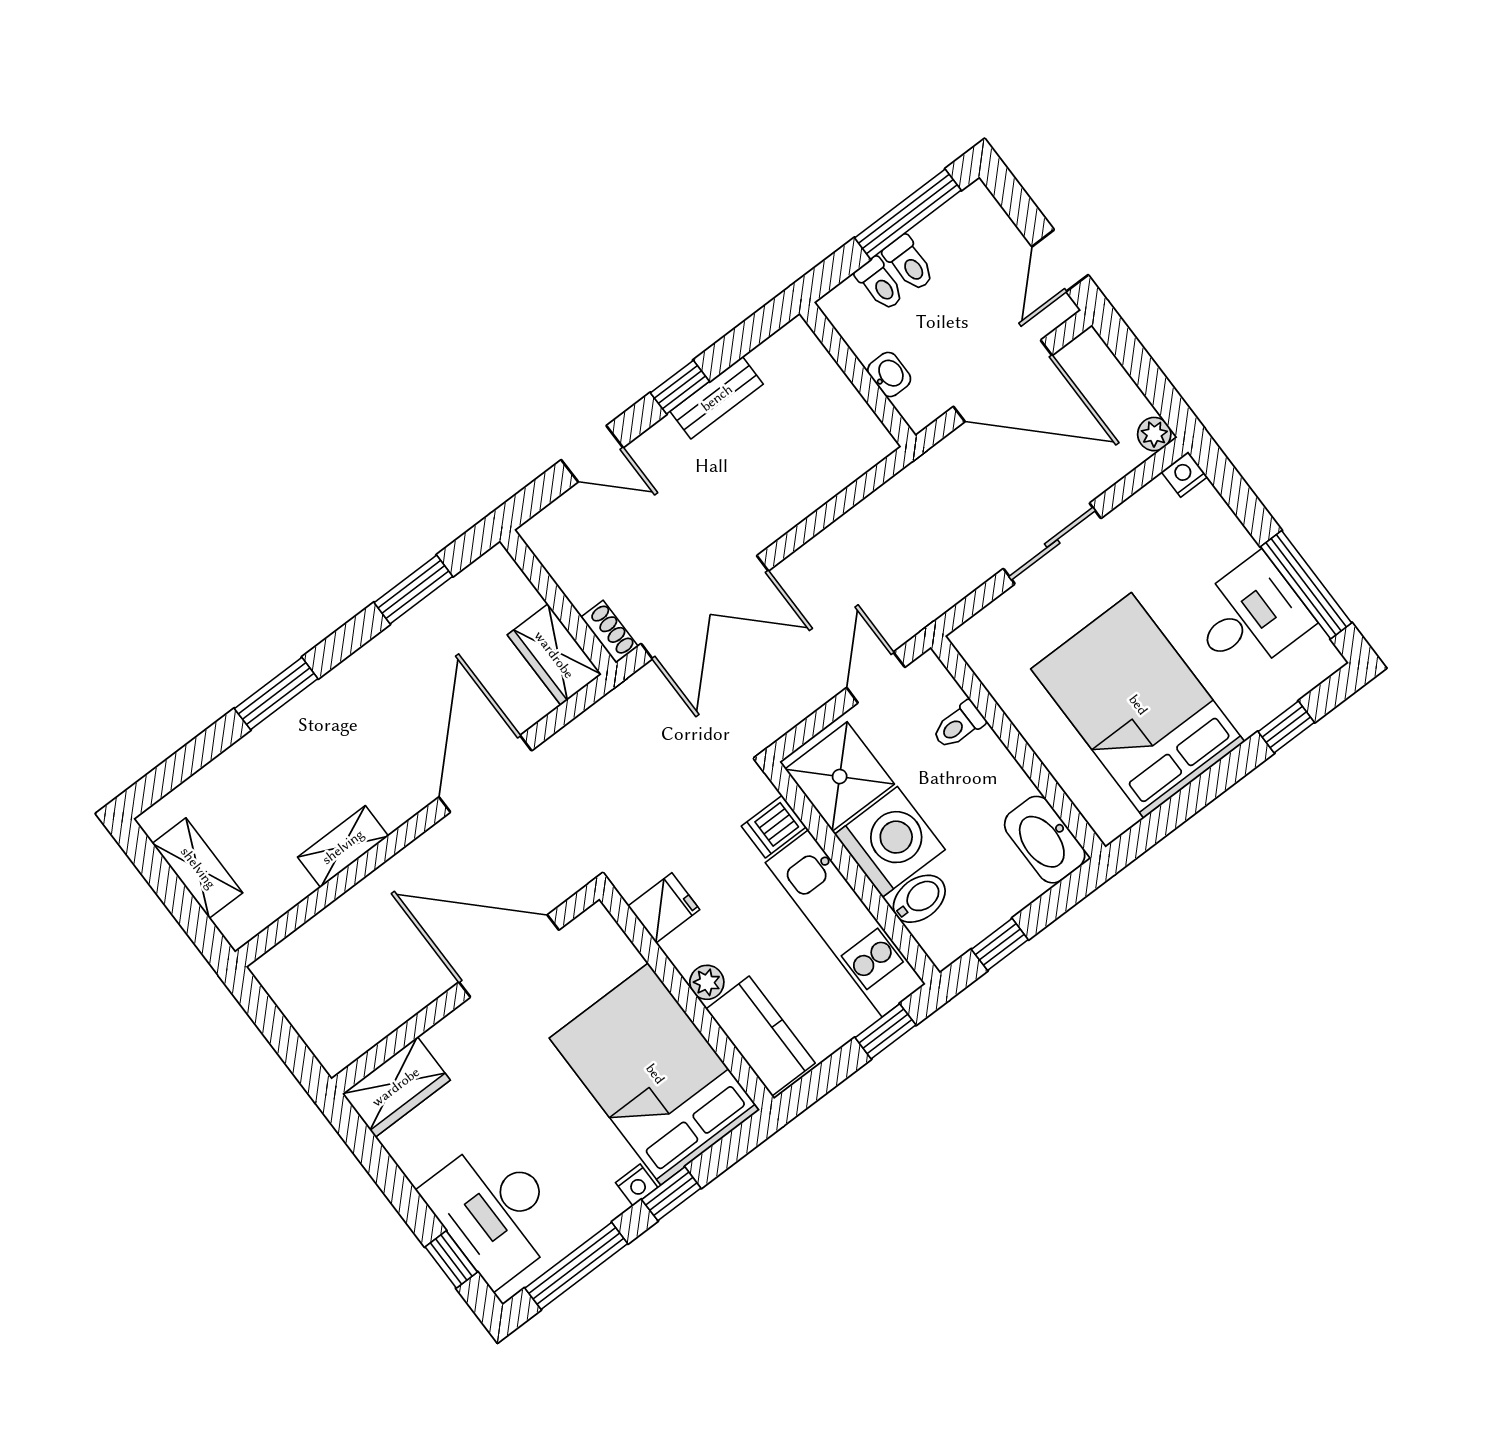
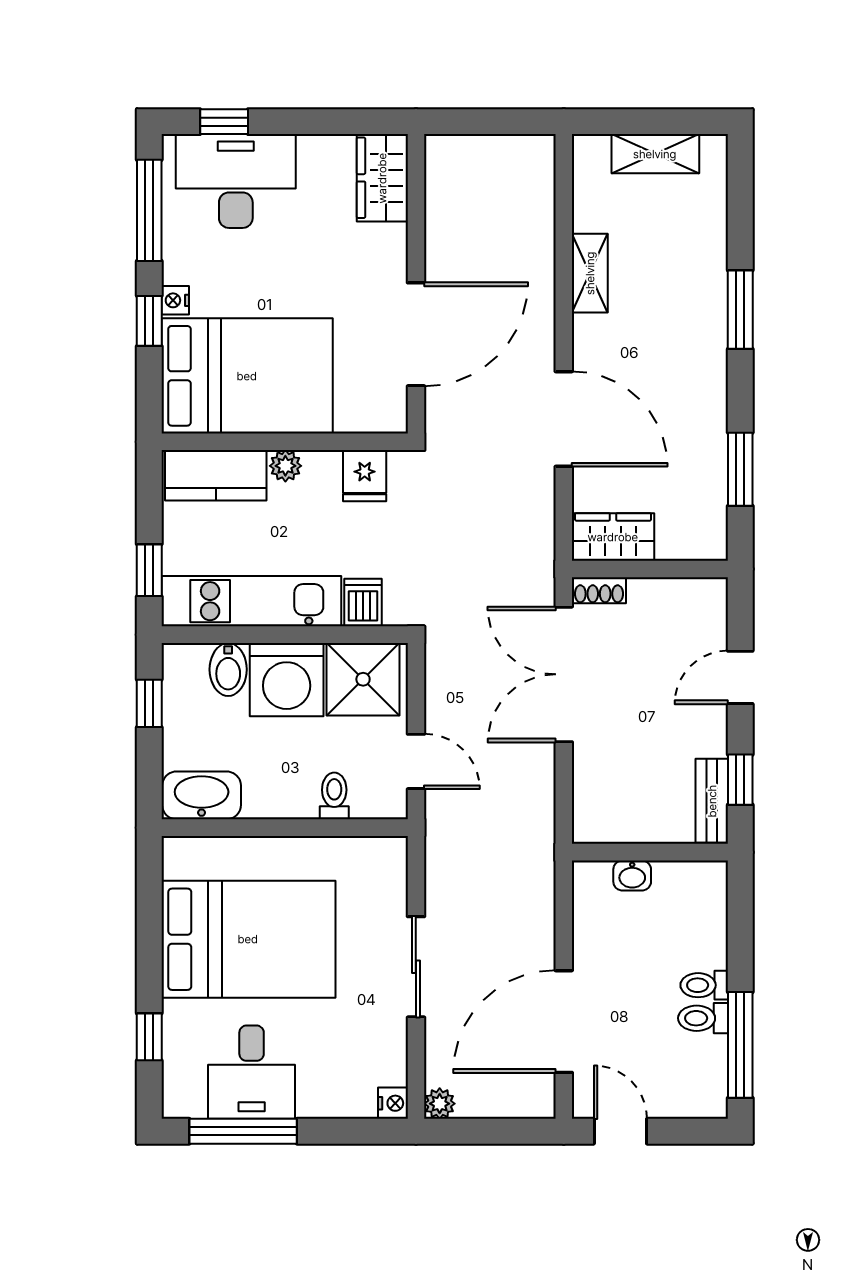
wall: (858, 374) -> (650, 852), moved
washbasin: (889, 374) -> (632, 876), moved

